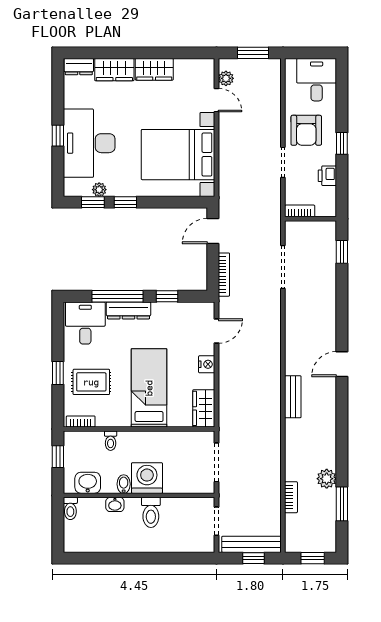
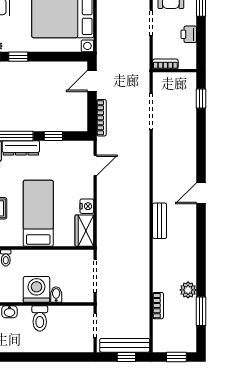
nightstand: (207, 364) -> (87, 206), moved
bidet: (124, 484) -> (56, 295), moved

